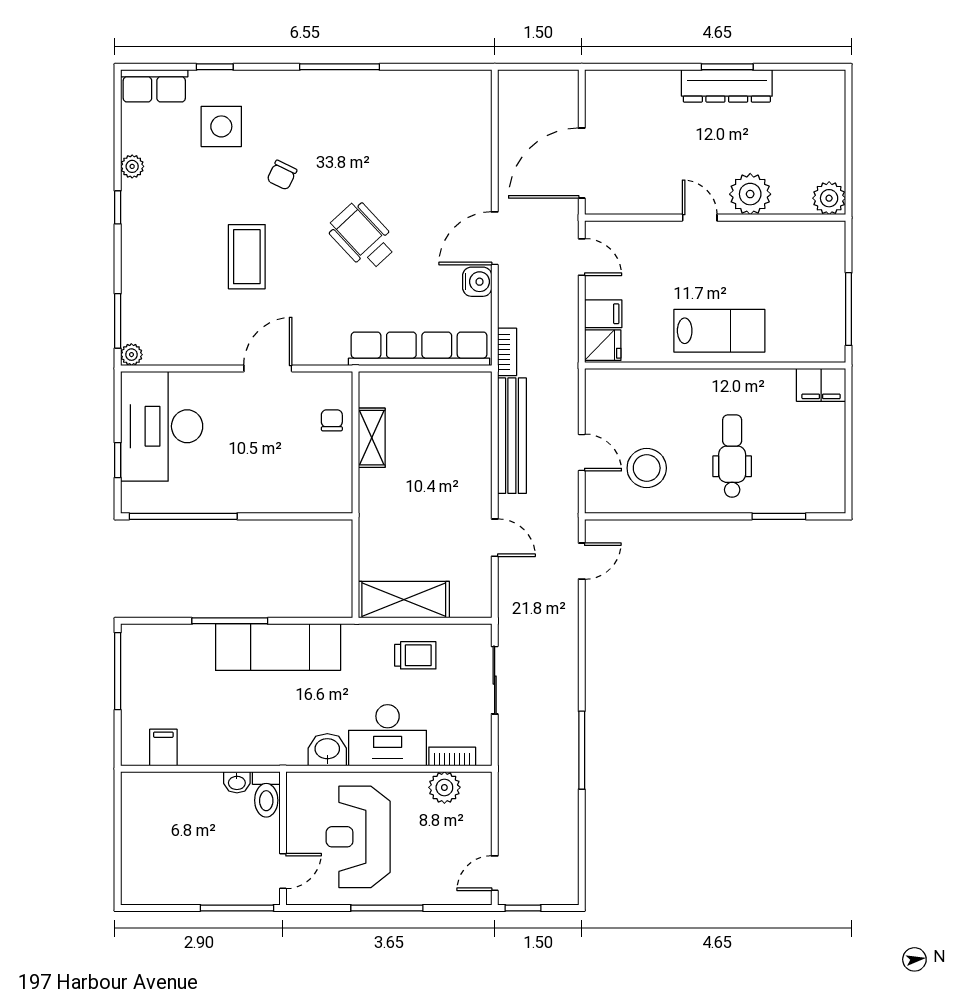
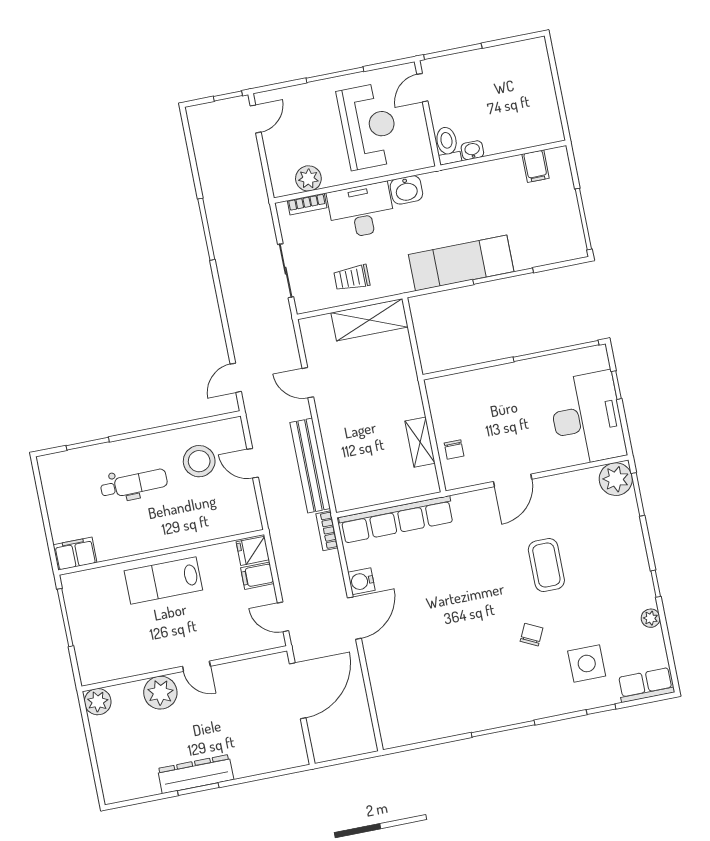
wheelchair: (362, 236) -> (459, 599), removed
plant: (131, 355) -> (616, 479), width x1.88, depth x1.88
dental chair: (732, 456) -> (134, 484), turned -91

